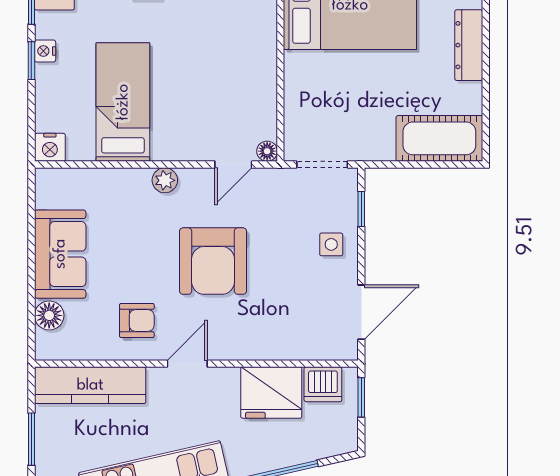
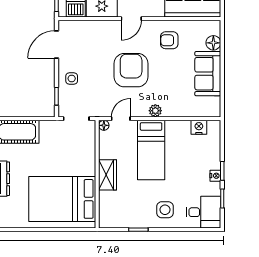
wardrobe: (260, 53) -> (108, 175), added
bed: (123, 102) -> (151, 150), moved
nightstand: (50, 147) -> (199, 127), moved
door: (187, 364) -> (131, 19), moved

